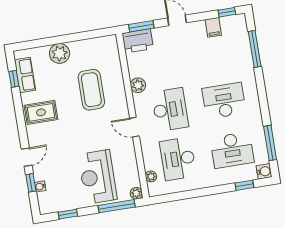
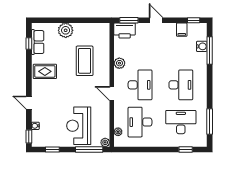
desk: (224, 101) -> (181, 85), turned 90
desk: (232, 150) -> (181, 122), turned 180
door: (27, 157) -> (29, 103), swing flipped
water cooler: (264, 171) -> (202, 46), moved
window: (31, 183) -> (29, 136), moved

